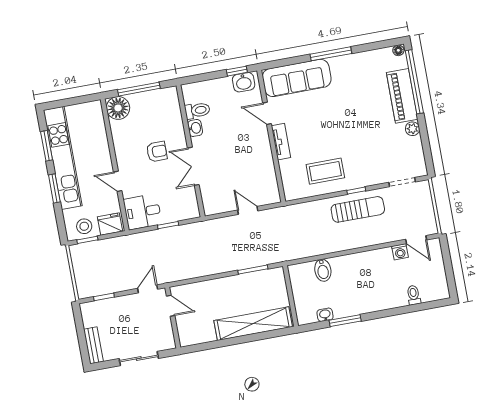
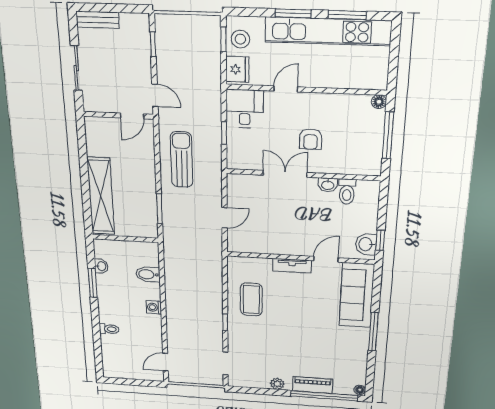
piano: (402, 96) -> (313, 385), width x0.73, depth x0.75
floor lamp: (118, 108) -> (379, 102), width x0.53, depth x0.53
sun lounger: (358, 209) -> (182, 160), moved, turned 180
washing machine: (400, 252) -> (154, 307), moved
toilet: (414, 295) -> (109, 329), moved

